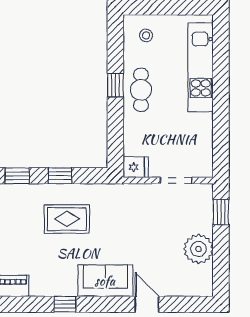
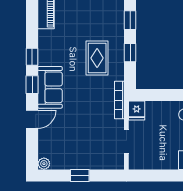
bookcase: (122, 190) -> (119, 100), added
window: (221, 212) -> (80, 176), moved
plant: (198, 249) -> (44, 164), moved, width x0.53, depth x0.53
window: (102, 304) -> (32, 85), added

